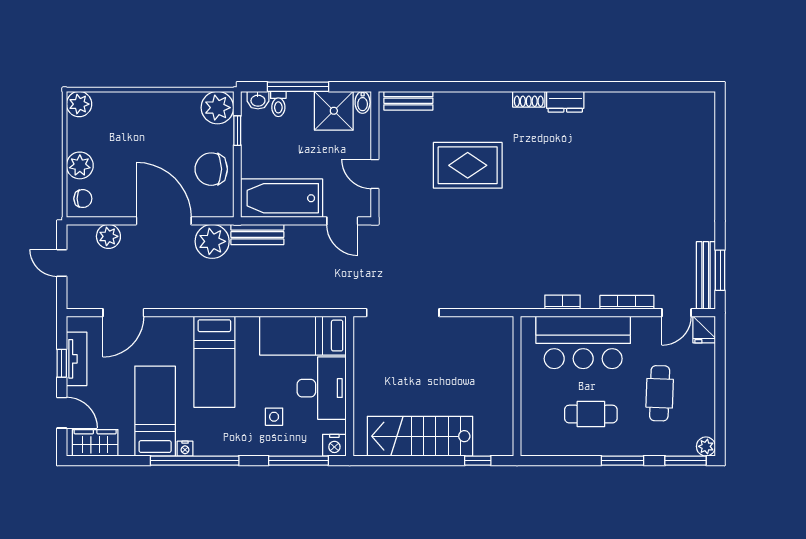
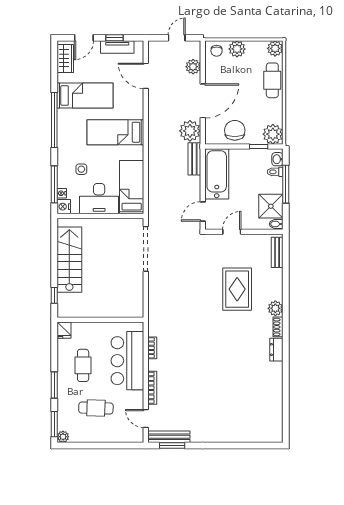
plant: (499, 104) -> (275, 308), added
cafe table: (130, 108) -> (272, 80), added
fridge: (704, 329) -> (64, 330), moved, turned -90
nightstand: (185, 449) -> (62, 193), moved

